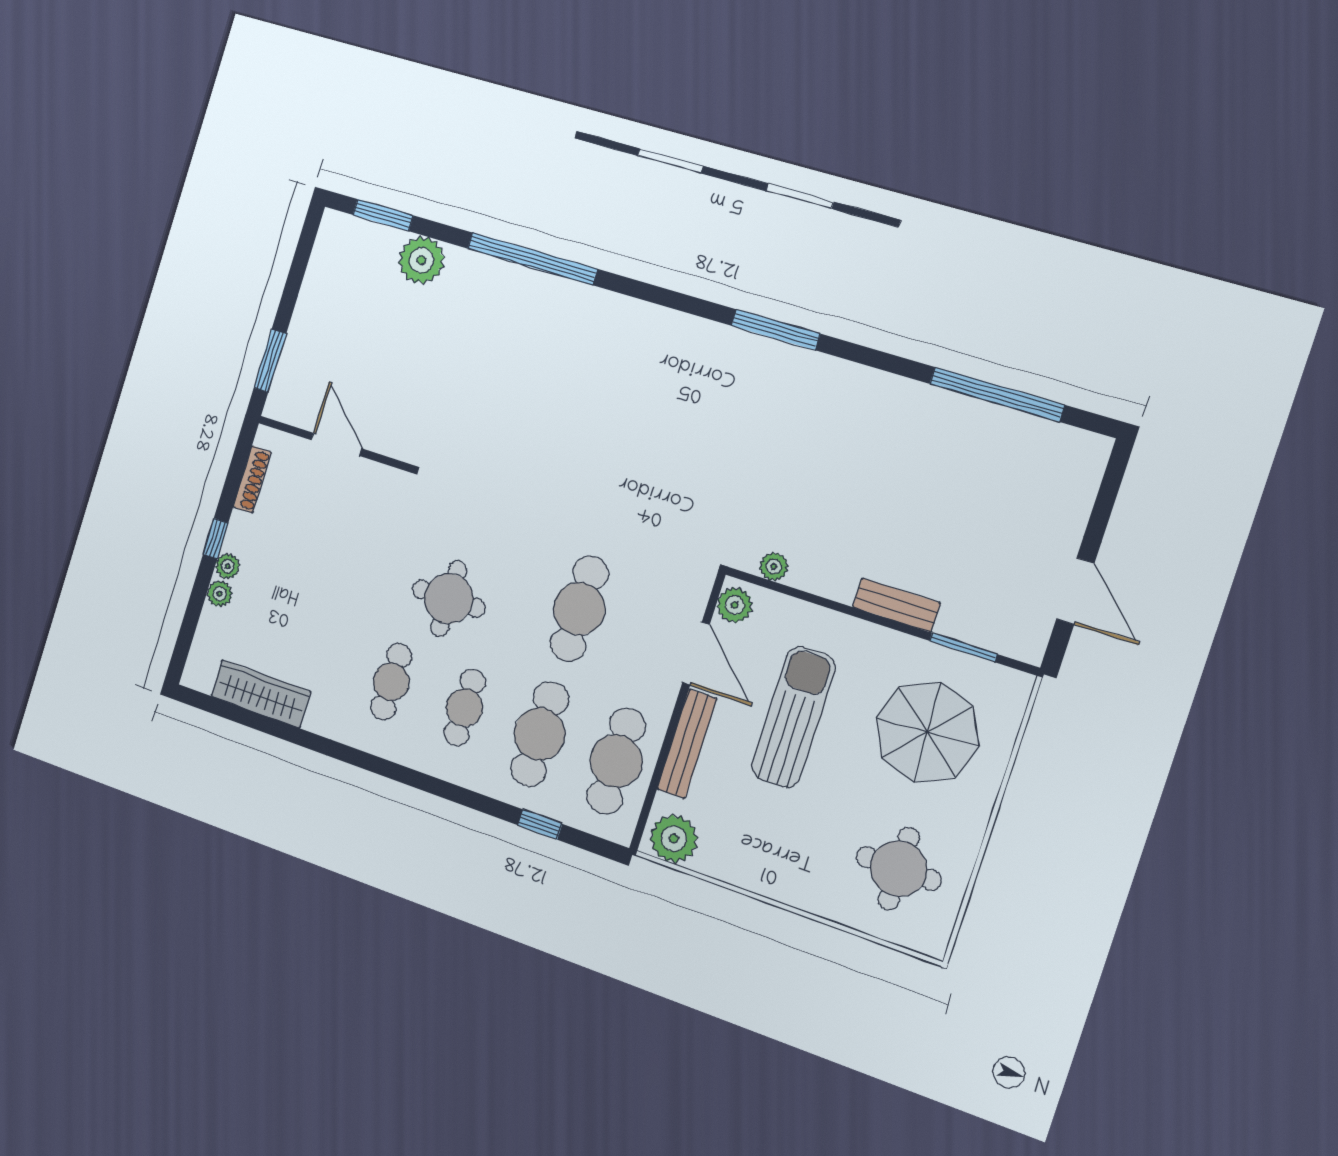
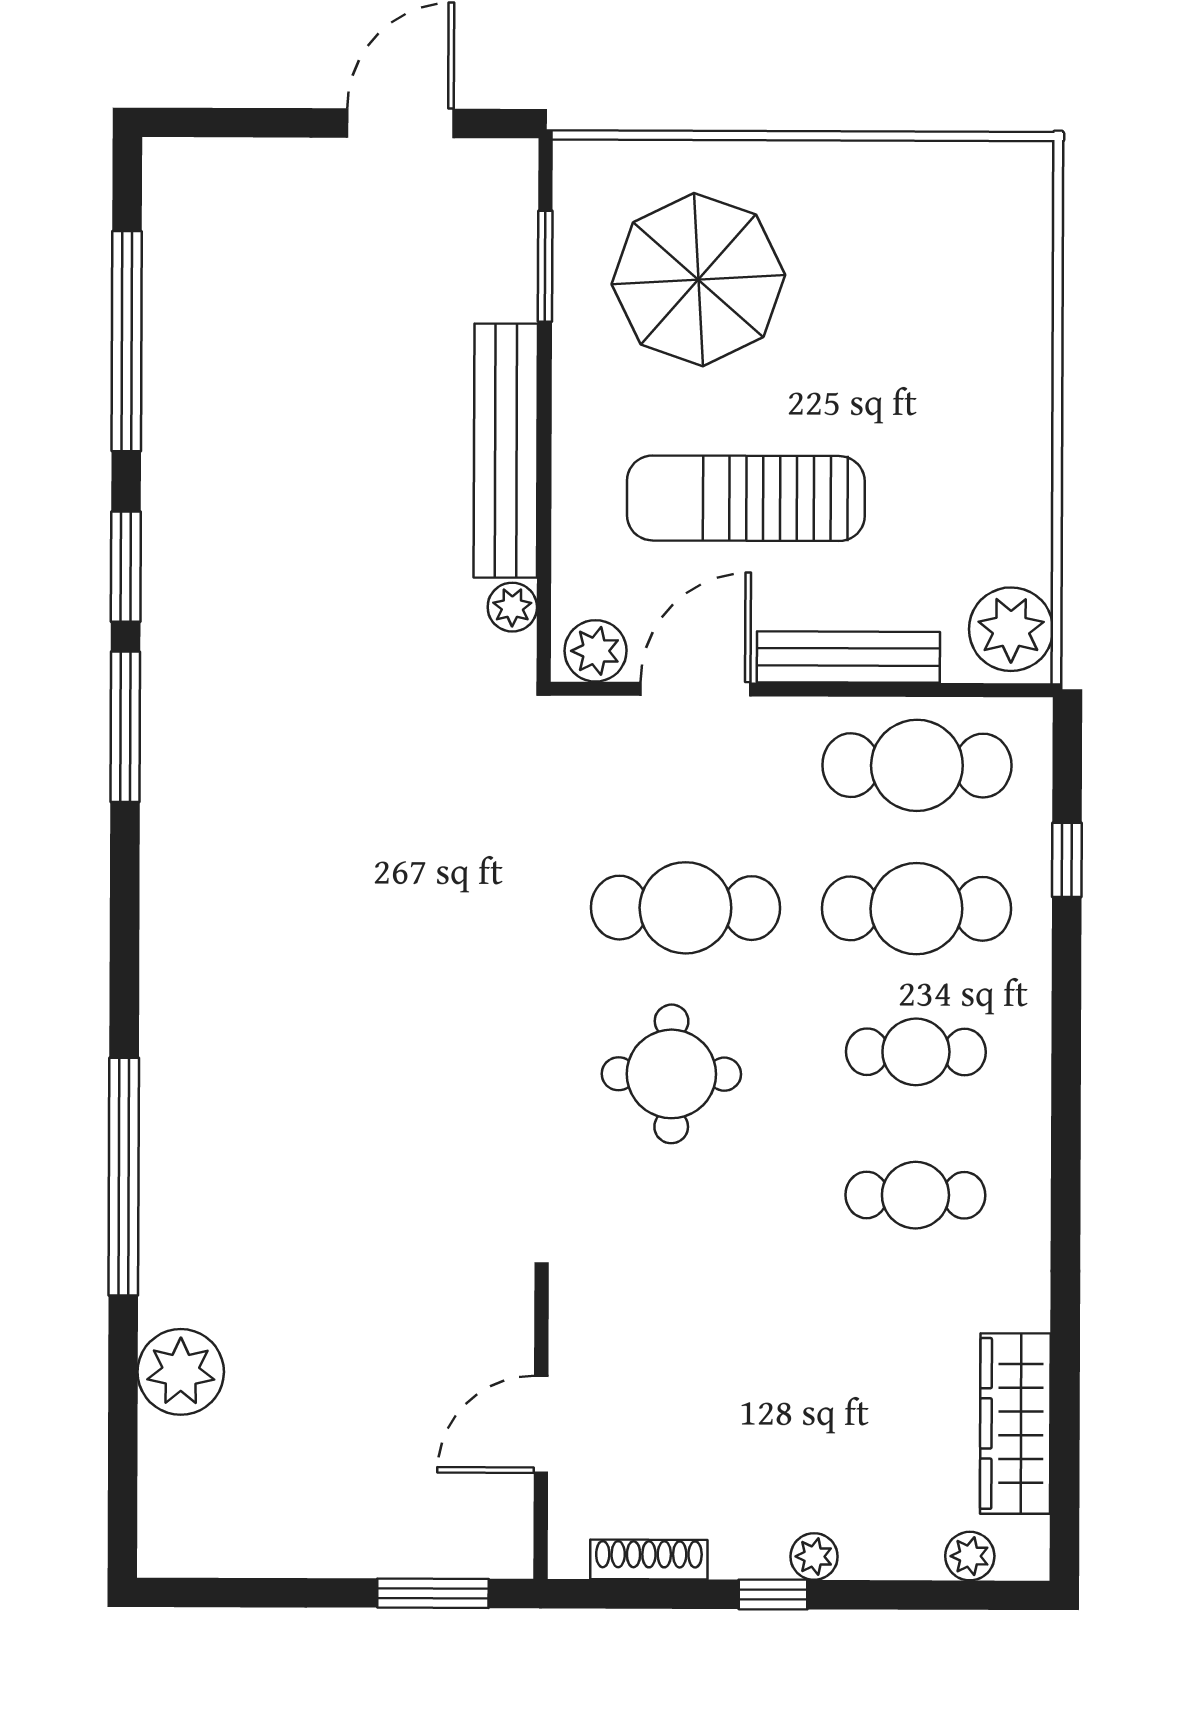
window: (383, 215) -> (126, 567), moved
plant: (220, 594) -> (970, 1556), moved
round table: (449, 599) -> (671, 1074), moved
bench: (896, 605) -> (506, 451), width x1.86, depth x1.21
round table: (899, 869) -> (931, 255), removed

